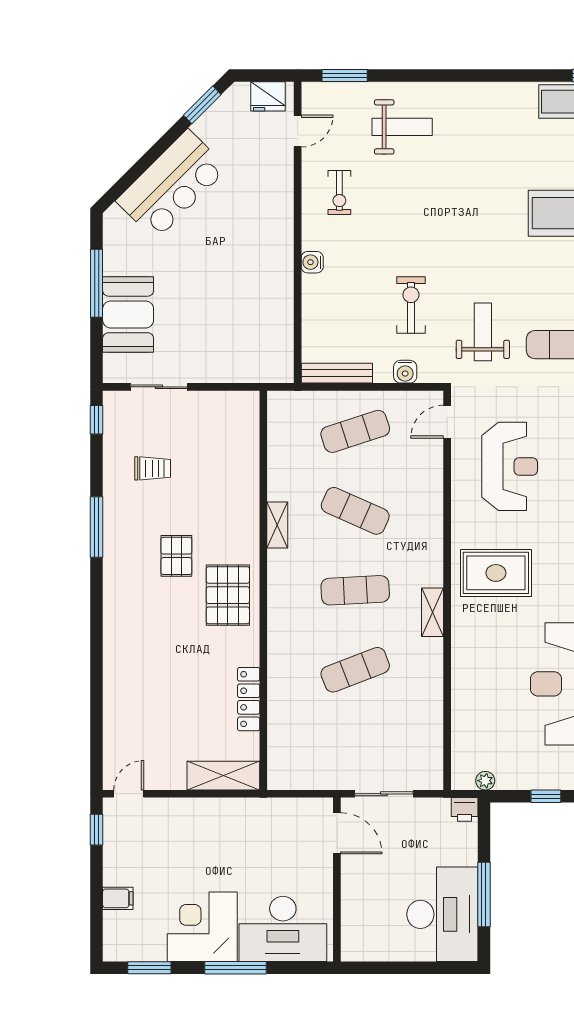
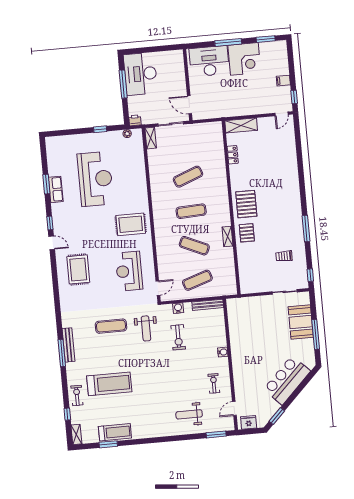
pallet: (176, 556) -> (247, 233), moved
shelving: (433, 612) -> (151, 138), moved
locker: (249, 699) -> (233, 155), width x0.66
filing cabinet: (118, 898) -> (283, 81), moved

